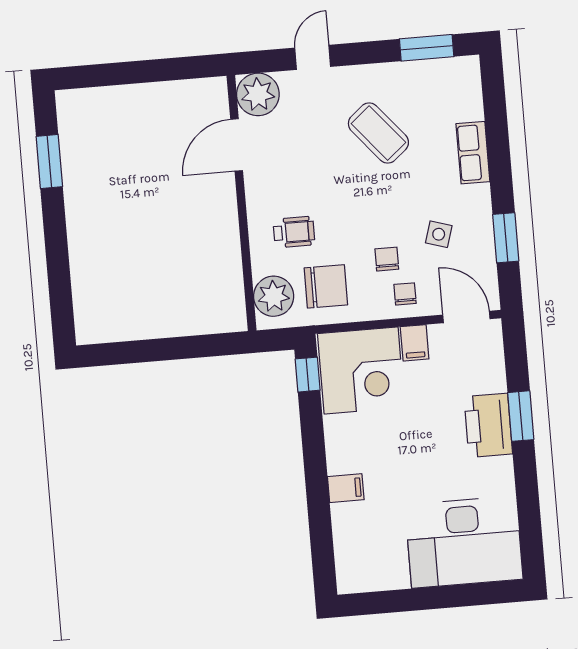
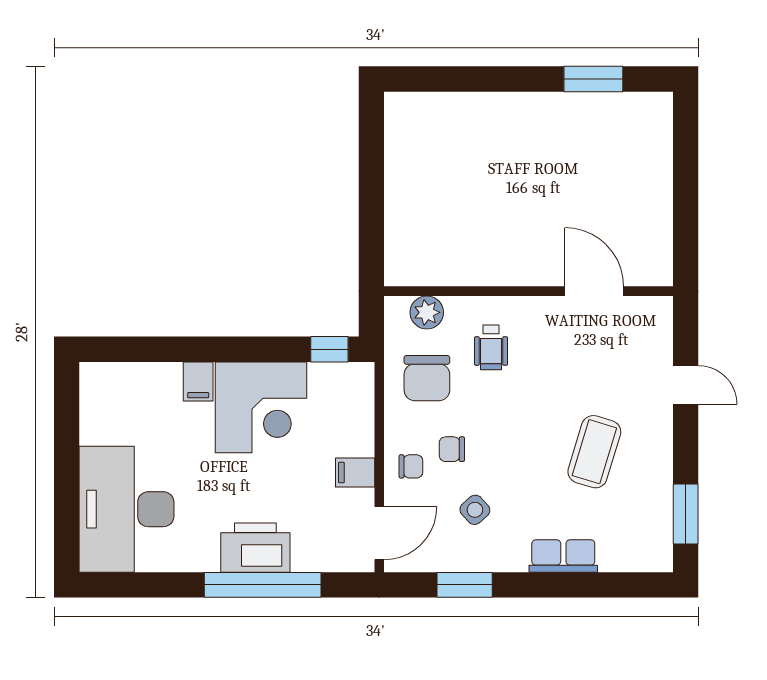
plant: (258, 94) -> (649, 320), removed
coffee table: (378, 133) -> (594, 452), turned -33
side table: (439, 234) -> (475, 510), turned 31
chair: (387, 259) -> (452, 449), turned 180
plant: (274, 296) -> (427, 312), width x0.73, depth x0.73
corner desk: (361, 371) -> (261, 407), moved, turned -90
window: (521, 416) -> (263, 585), width x2.11

